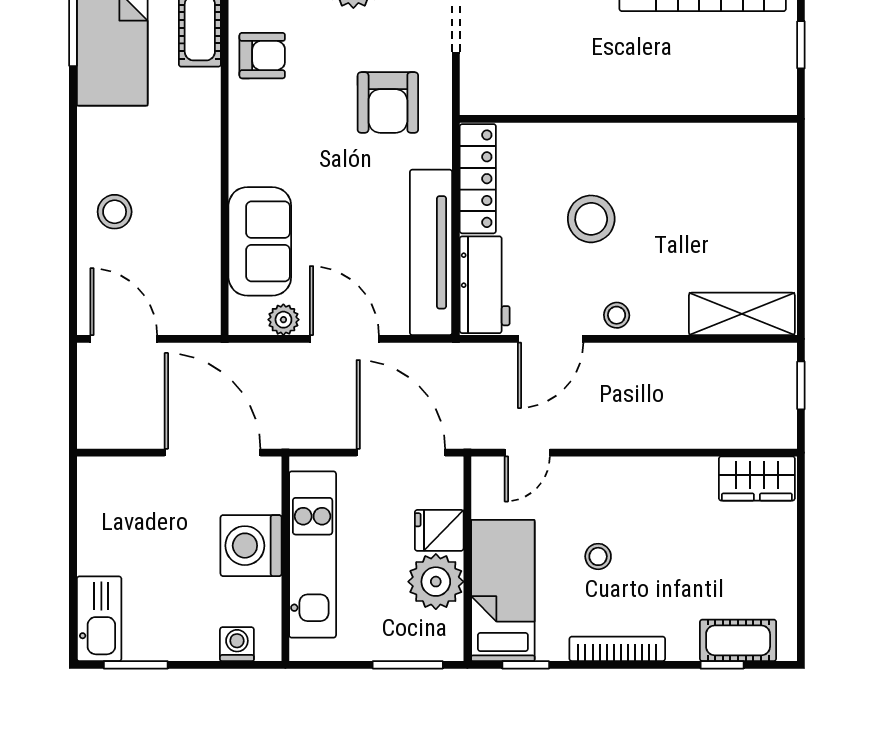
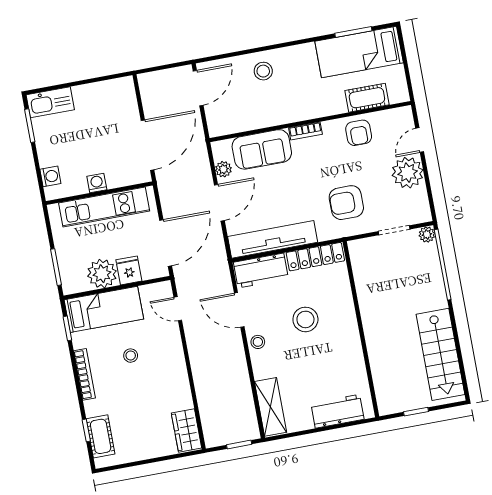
bookcase: (241, 154) -> (305, 131), added
workbench: (773, 191) -> (337, 411), added
washing machine: (251, 546) -> (97, 183), width x0.53, depth x0.53

